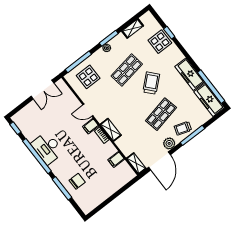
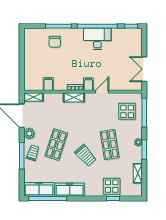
shop shelf: (161, 114) -> (56, 145), turned 30

